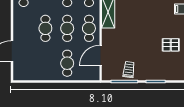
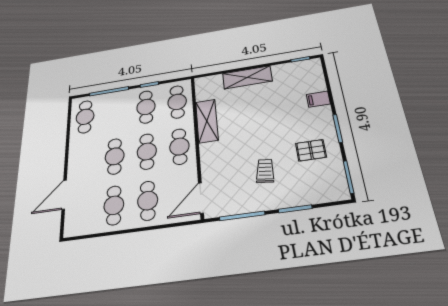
door: (101, 56) -> (201, 198), moved
cafe table: (45, 63) -> (114, 205), added
trolley: (129, 70) -> (265, 171), moved

